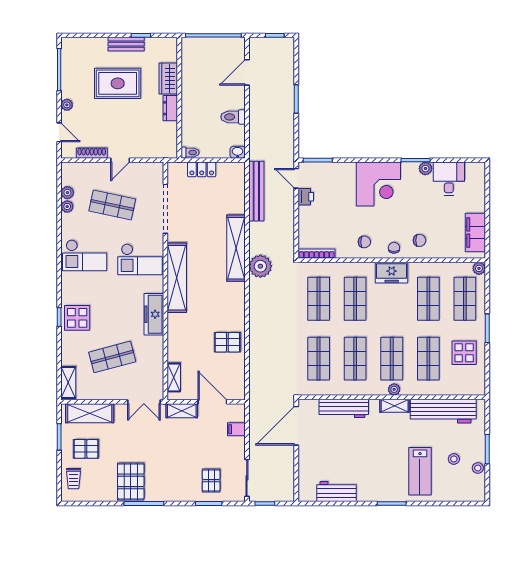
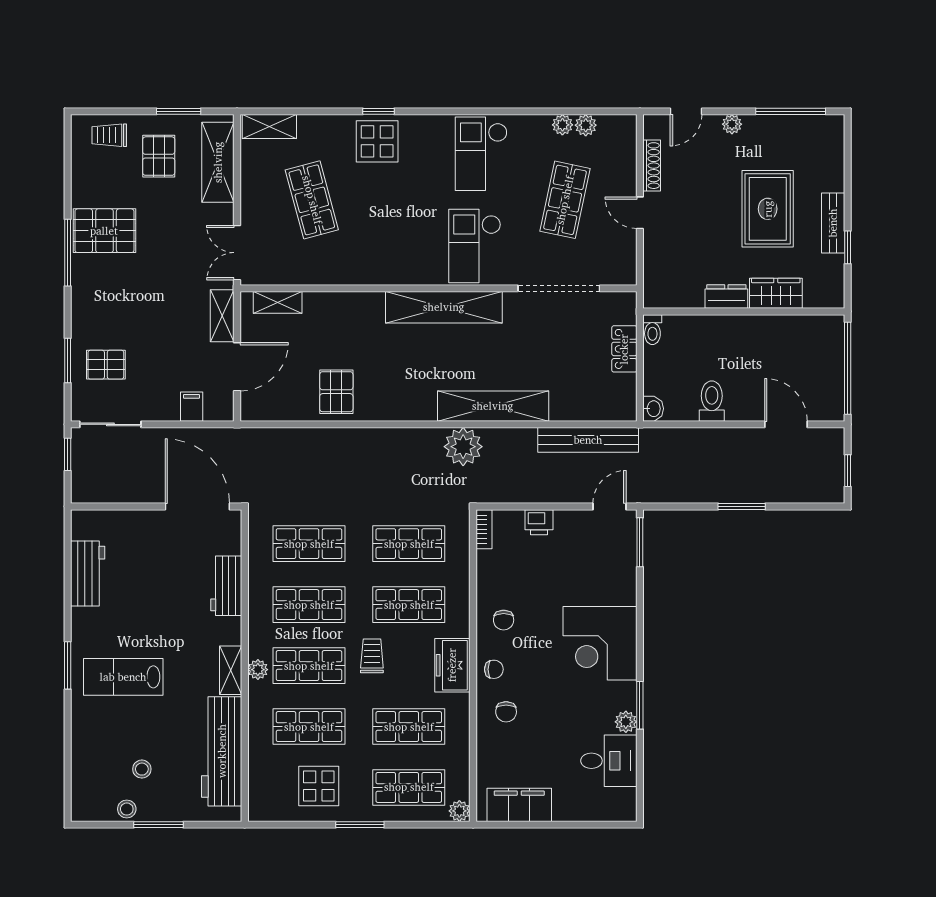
printer: (306, 197) -> (539, 522), moved
bookcase: (317, 254) -> (484, 529), width x0.64
freezer: (154, 314) -> (383, 269), removed
trolley: (386, 321) -> (372, 656), added
workbench: (344, 408) -> (226, 586), width x0.73
lab bench: (420, 471) -> (123, 677), moved

